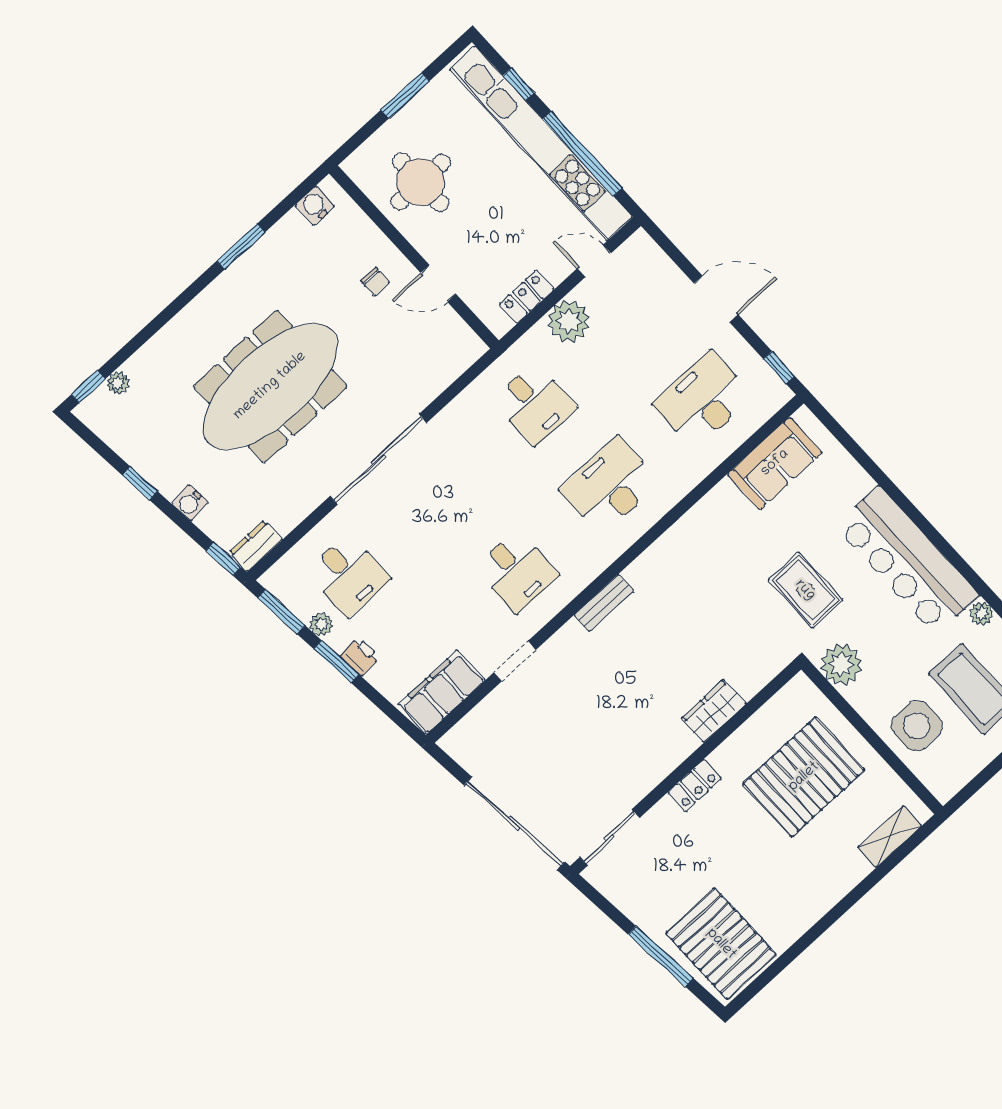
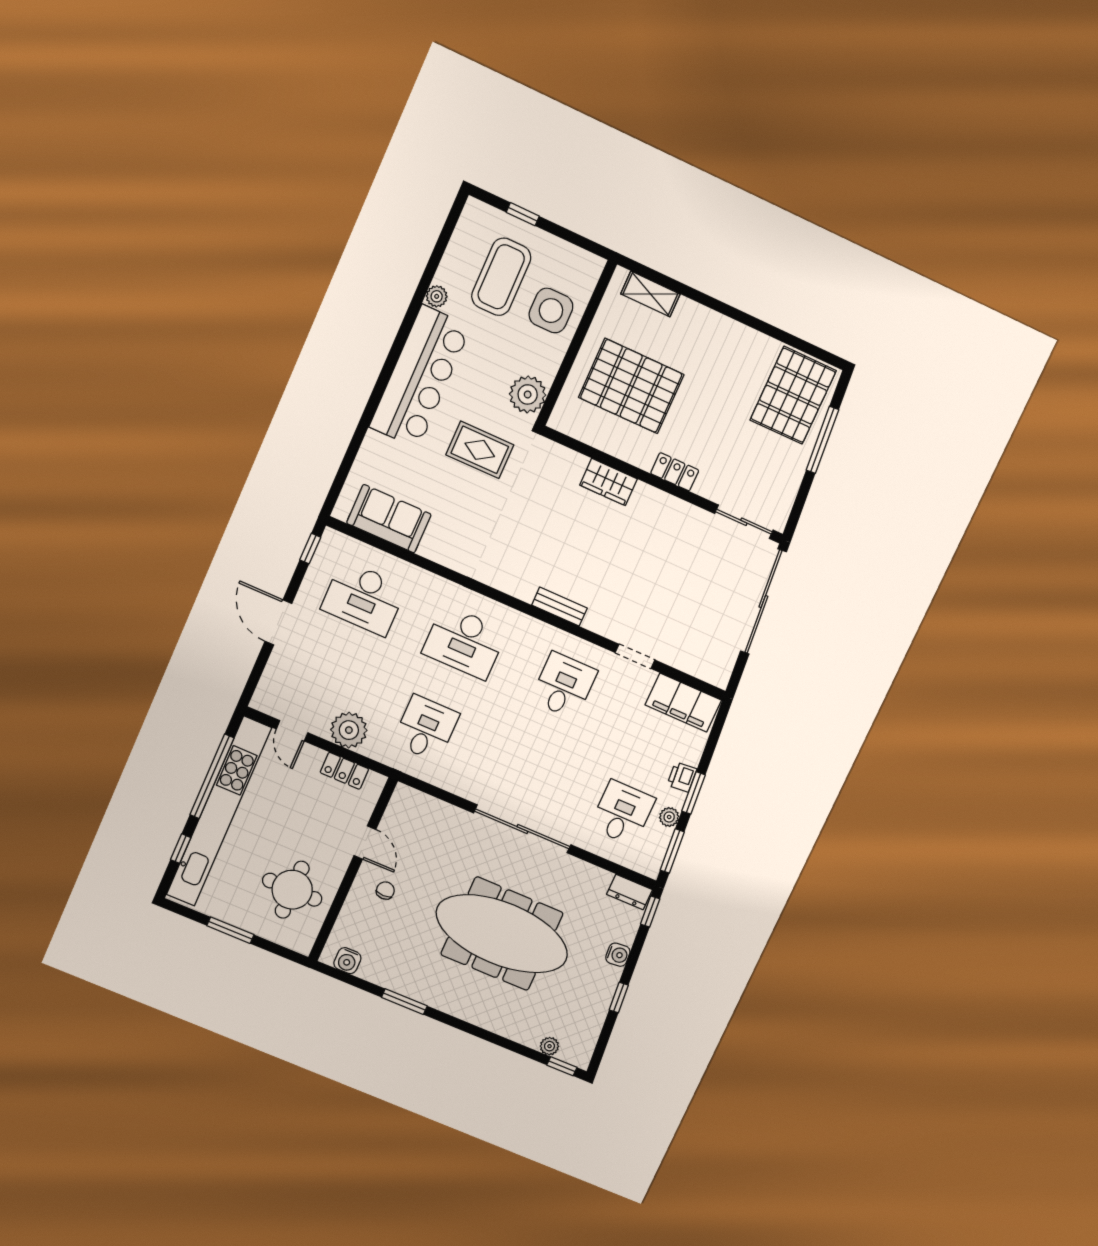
rug: (805, 590) -> (480, 450), turned 90

